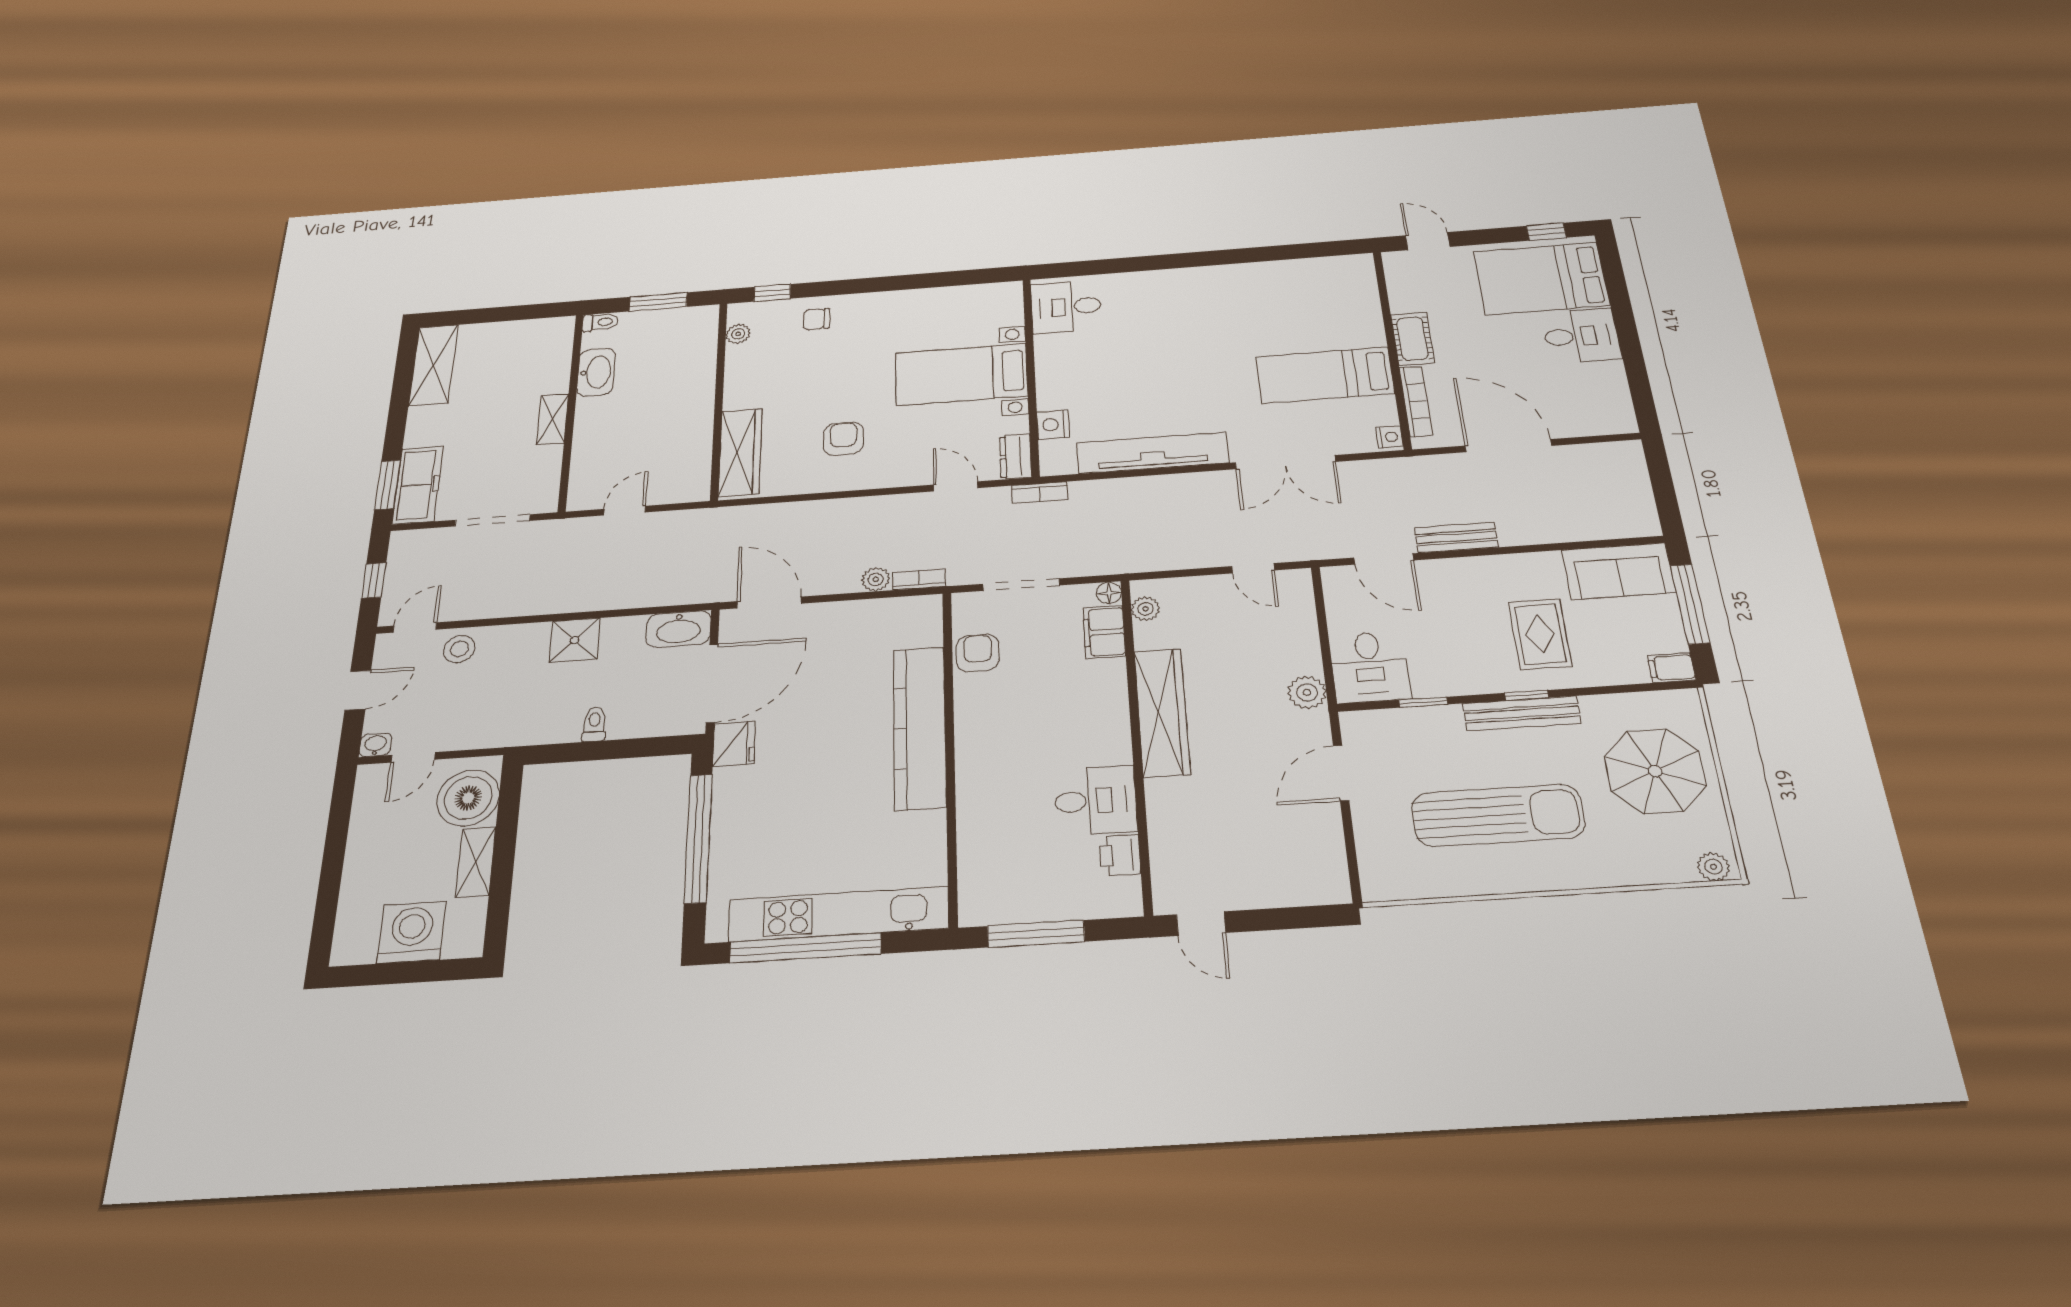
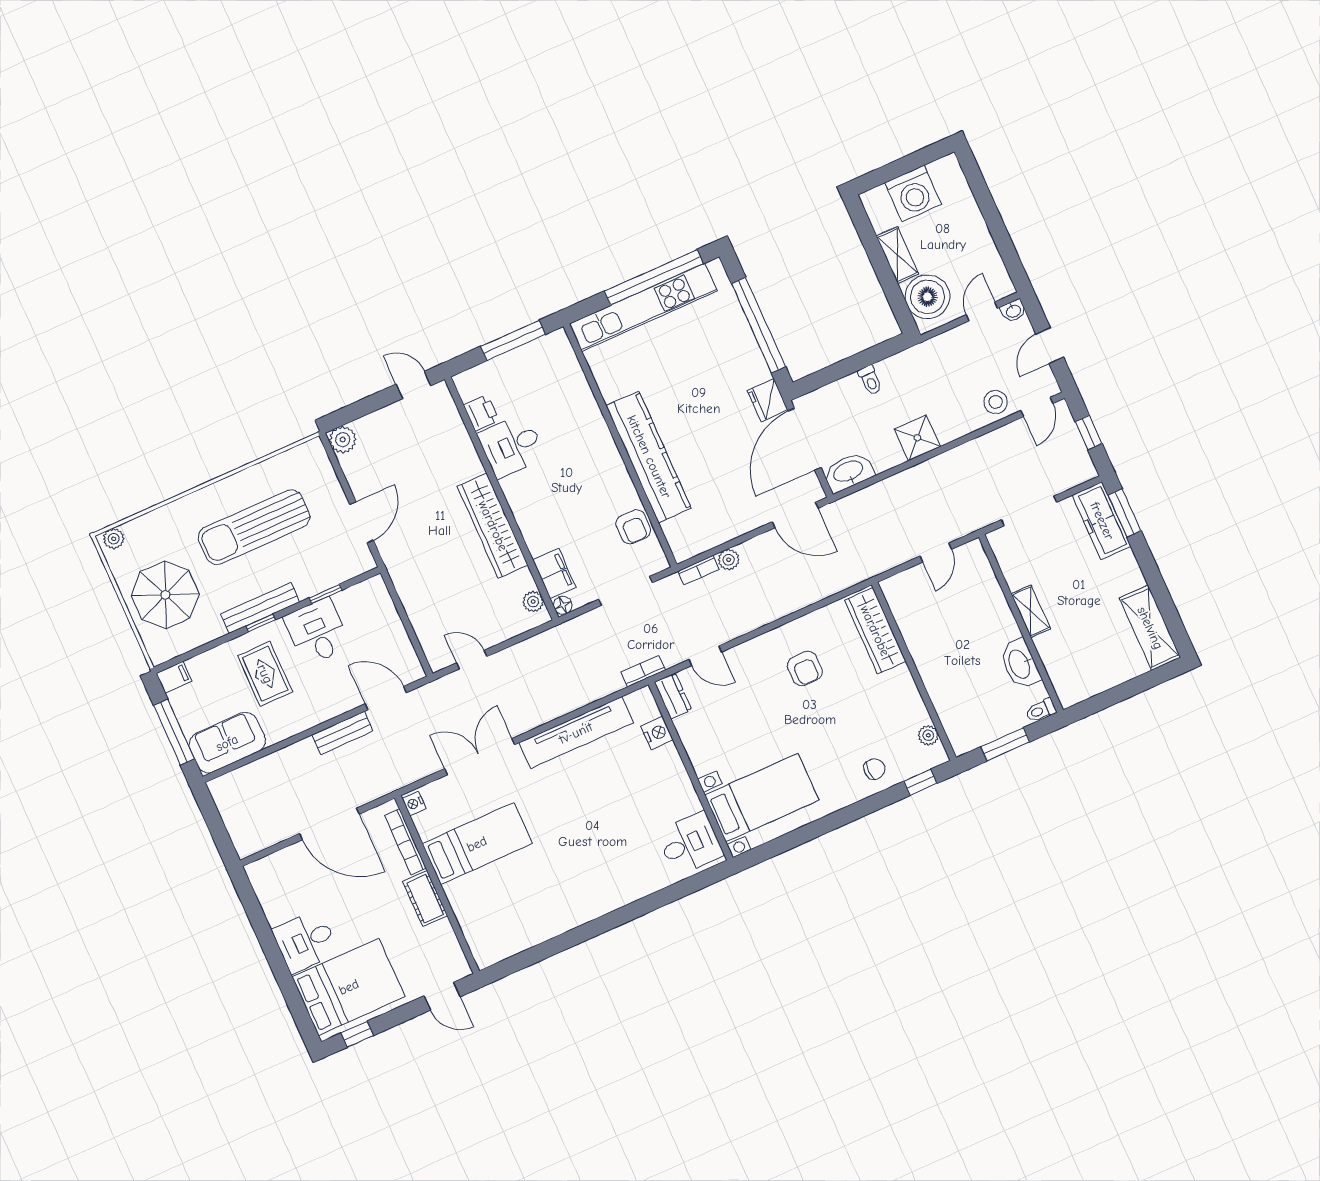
bed with nightstands: (961, 374) -> (762, 798), moved
desk: (1370, 667) -> (317, 632), moved
plant: (1307, 692) -> (343, 440), moved

